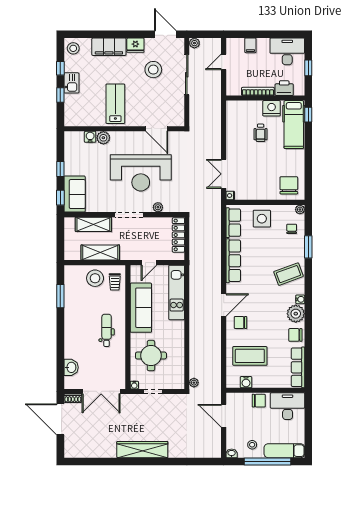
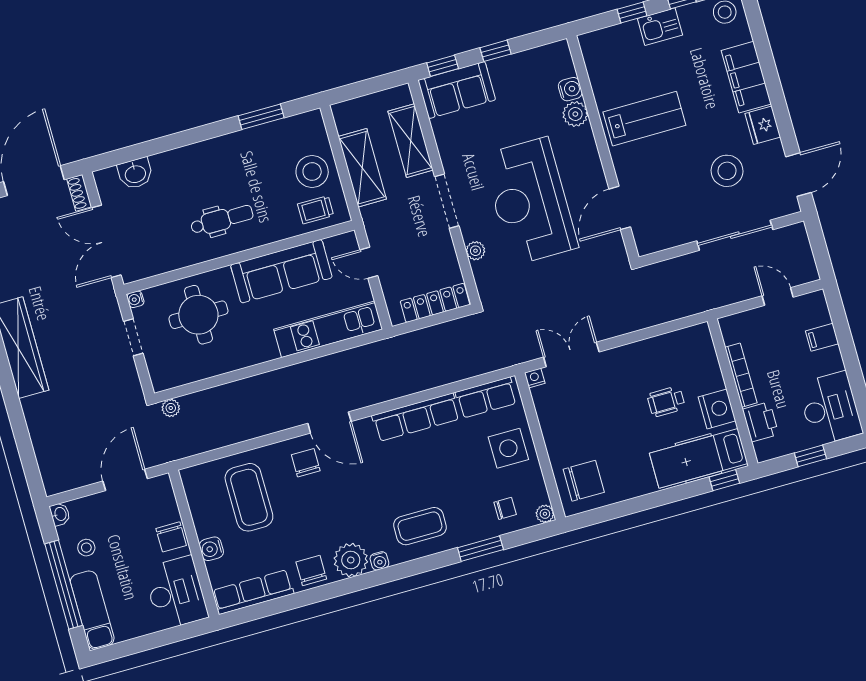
plant: (194, 43) -> (797, 233), removed
coffee table: (288, 274) -> (420, 526), turned -70
water cooler: (246, 382) -> (211, 549), moved

